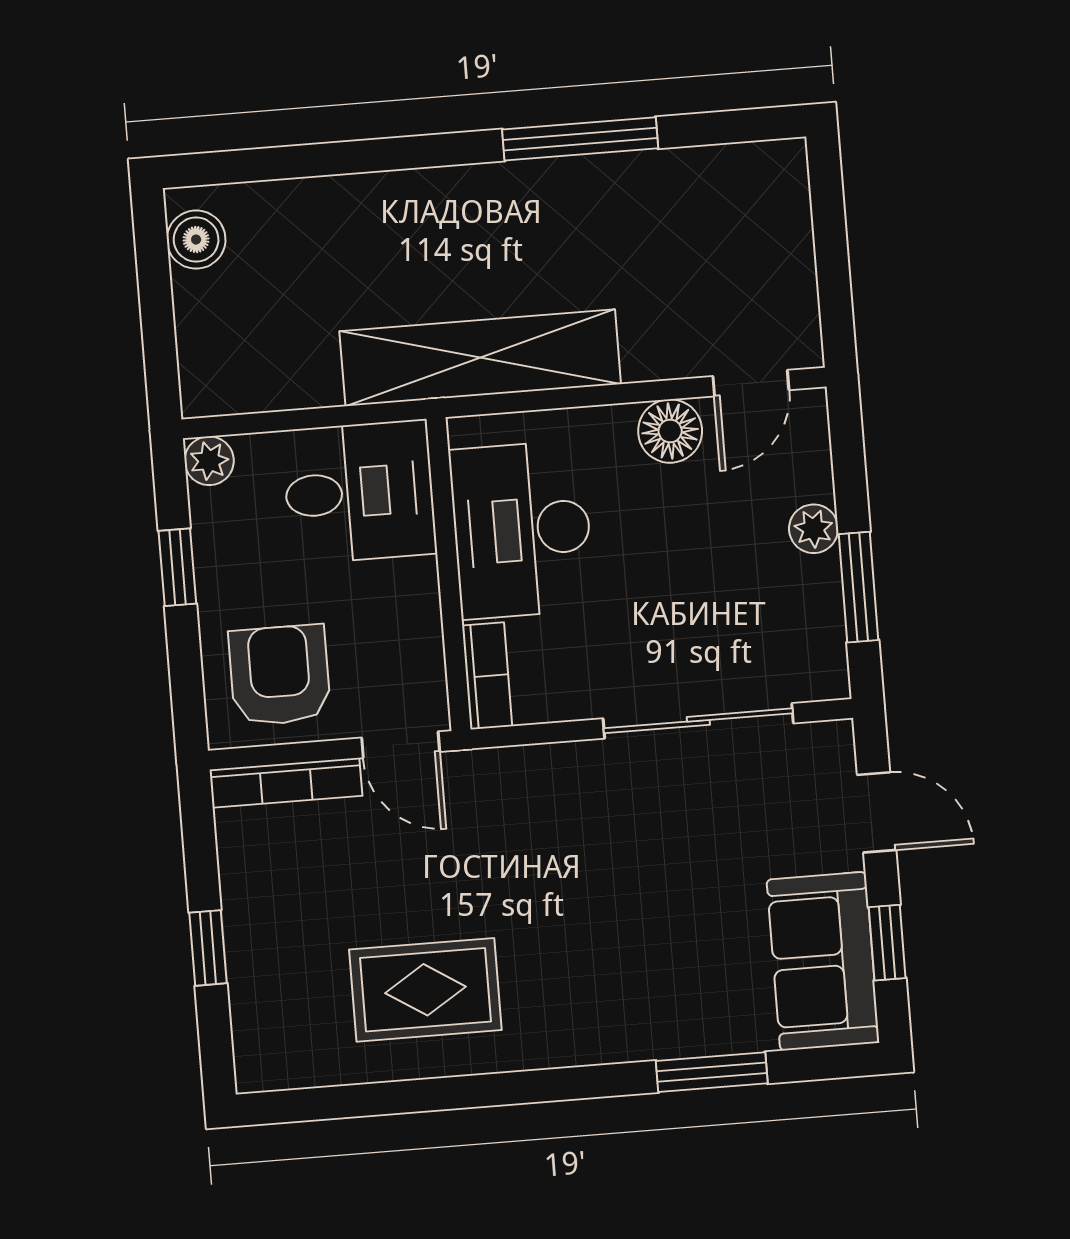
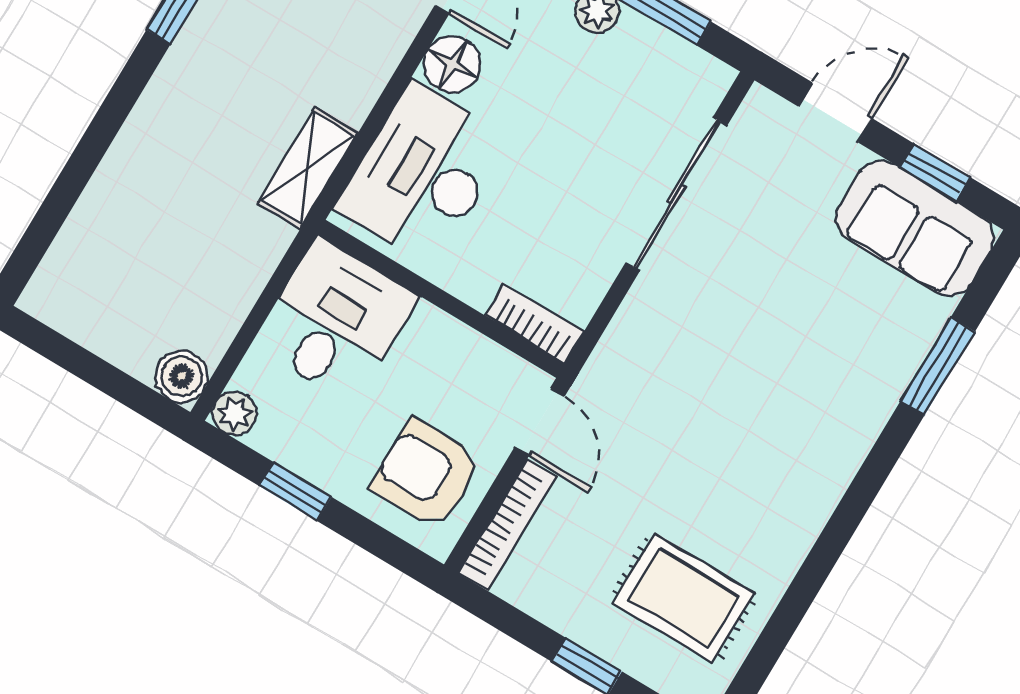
boiler: (196, 240) -> (181, 376), moved
shelving: (480, 358) -> (308, 168), width x0.45, depth x0.75
desk: (522, 530) -> (423, 174), moved, turned 90
door: (401, 745) -> (540, 422), hinge flipped
rug: (425, 990) -> (684, 598), moved, turned 90

